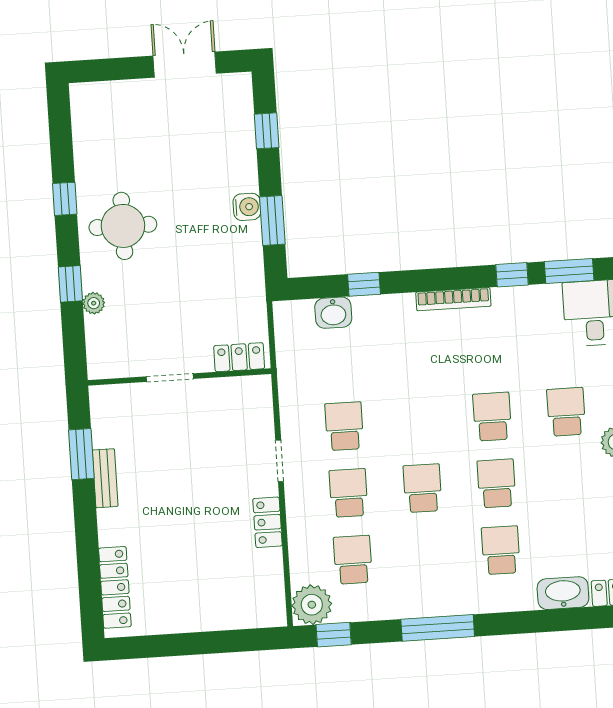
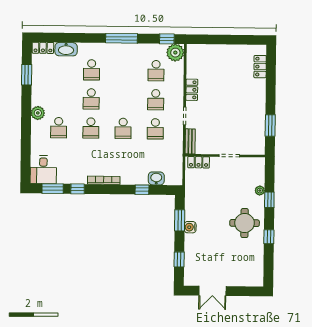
bench: (105, 478) -> (190, 141), moved
school desk: (423, 488) -> (123, 128), moved
locker: (115, 587) -> (260, 67), width x0.66

